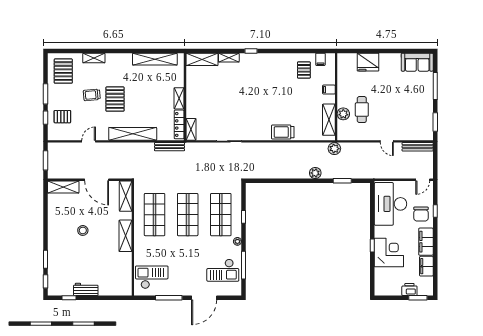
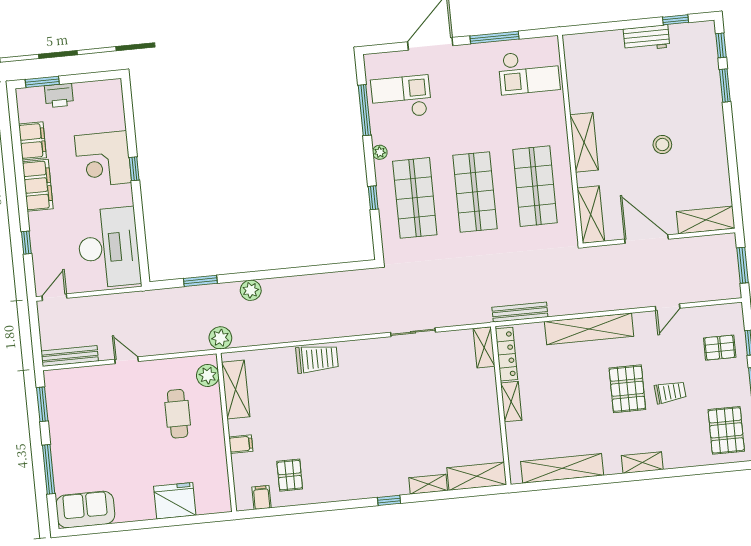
shelving: (94, 58) -> (642, 463), moved
plant: (343, 114) -> (208, 375), moved
chair: (421, 214) -> (51, 234), removed

